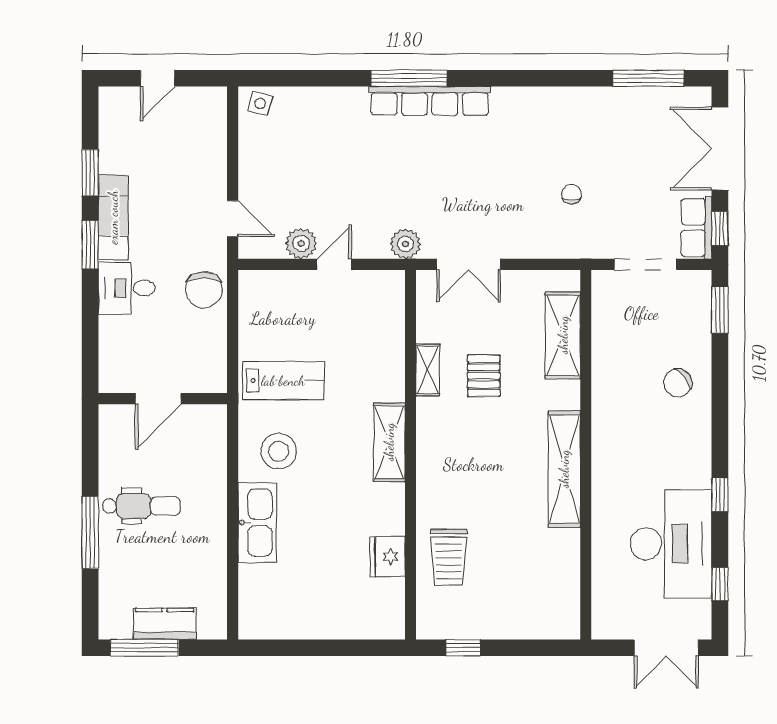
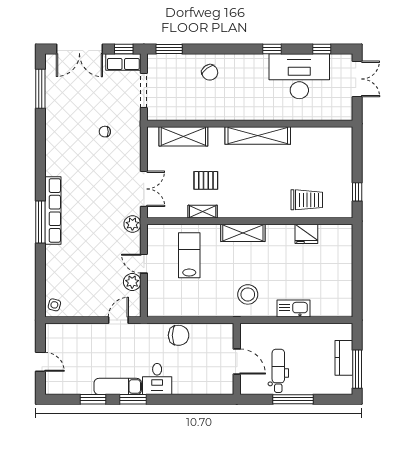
chair: (204, 290) -> (179, 335), moved
lab bench: (283, 381) -> (189, 255), moved
door: (158, 399) -> (237, 361), moved
wall: (163, 399) -> (237, 359), moved
kitchen sink: (257, 523) -> (293, 308), width x0.73, depth x0.81

